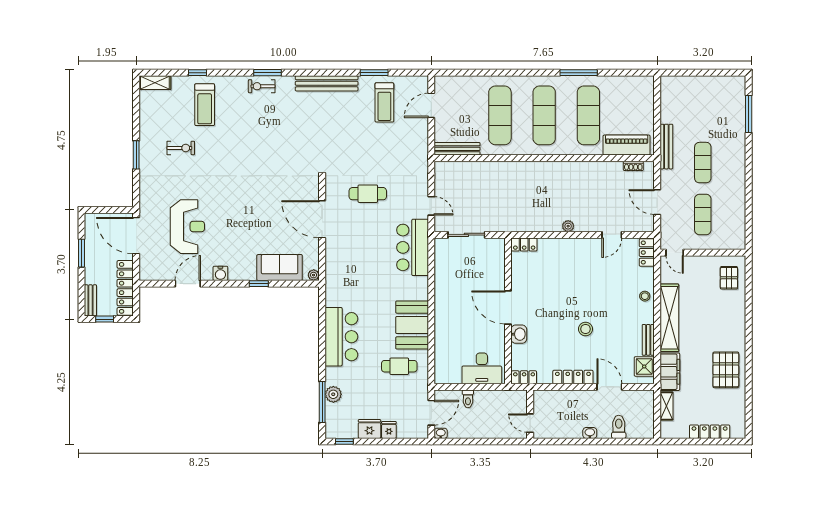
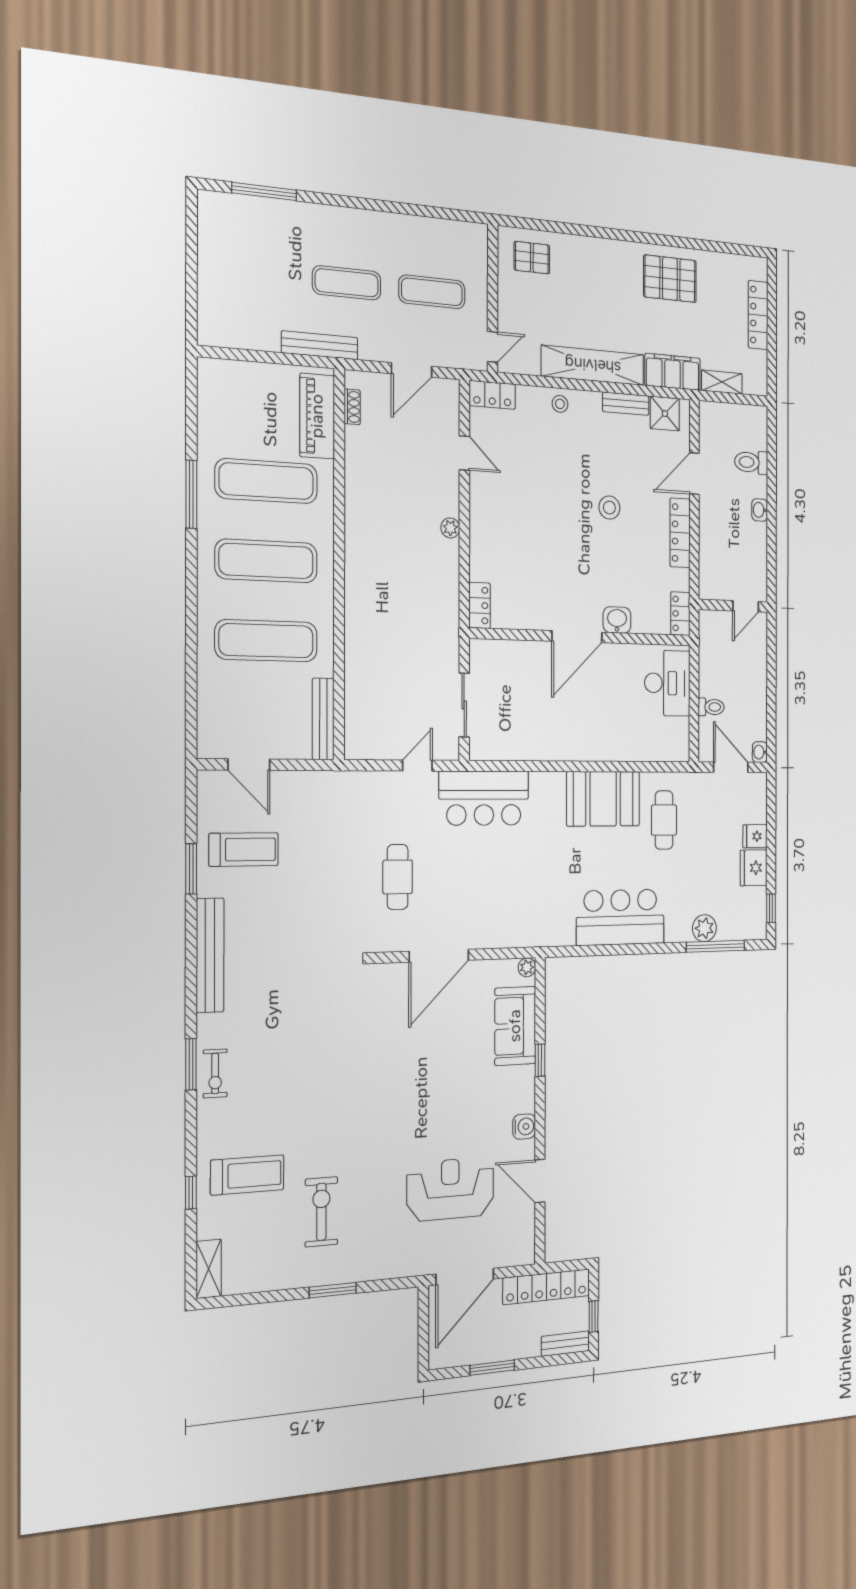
exercise bike: (181, 148) -> (321, 1212), width x1.38, depth x1.39

